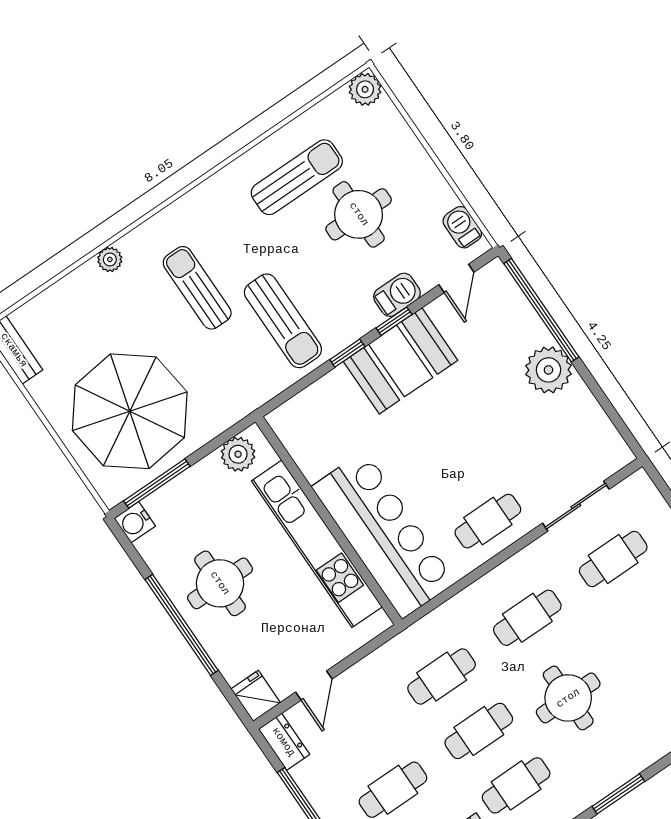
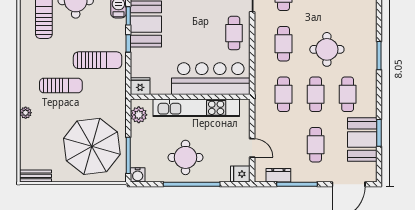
sun lounger: (197, 288) -> (61, 86), turned 180
fridge: (288, 423) -> (140, 86), added
dresser: (284, 742) -> (278, 175), moved

